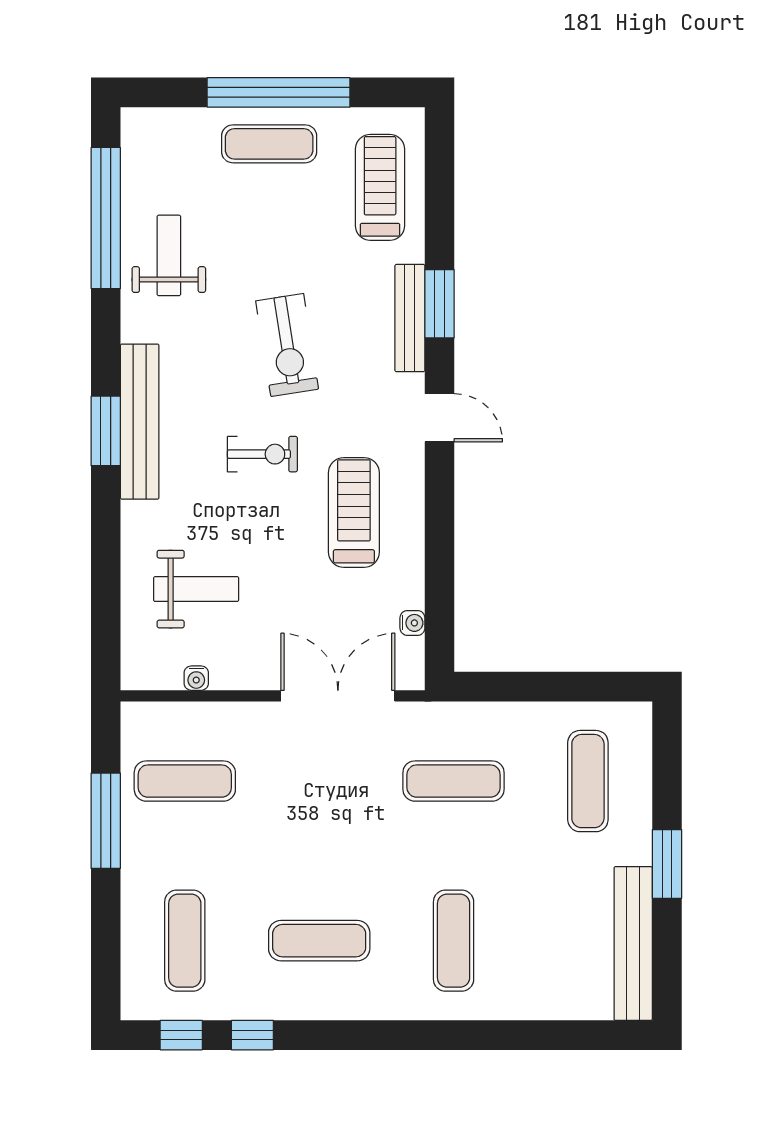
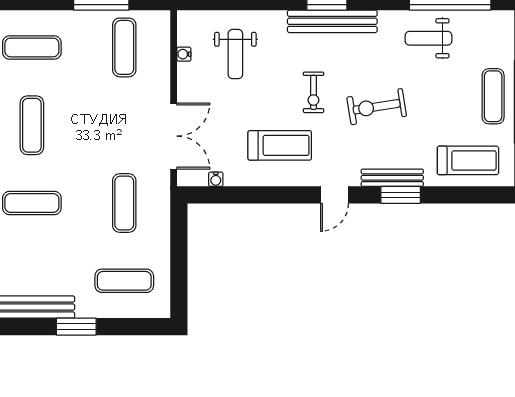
weight bench: (169, 255) -> (429, 38), turned 180

